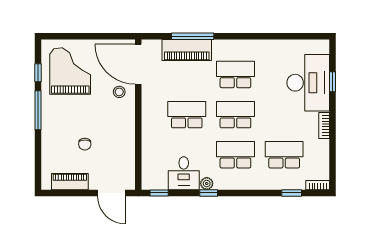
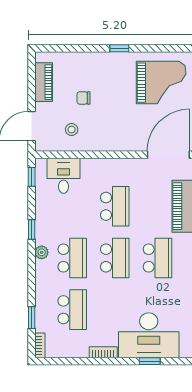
window: (38, 73) -> (159, 48), removed
stool: (119, 92) -> (72, 130), moved
window: (38, 110) -> (119, 48), width x0.46
desk: (184, 173) -> (64, 176), moved, turned 90
plant: (207, 184) -> (42, 252), moved

